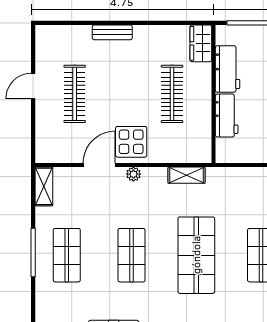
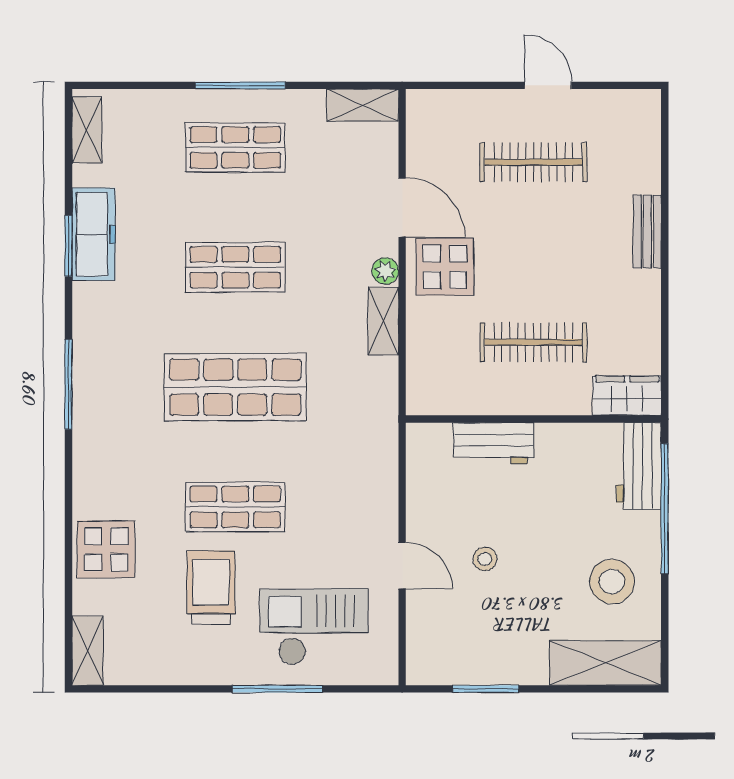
workbench: (228, 69) -> (639, 466), moved, turned 90
shelving: (187, 175) -> (383, 321), moved

